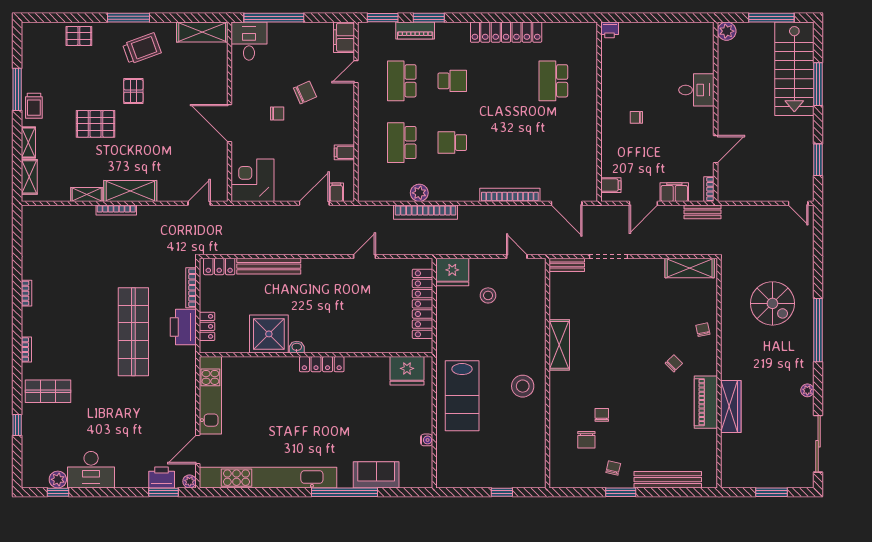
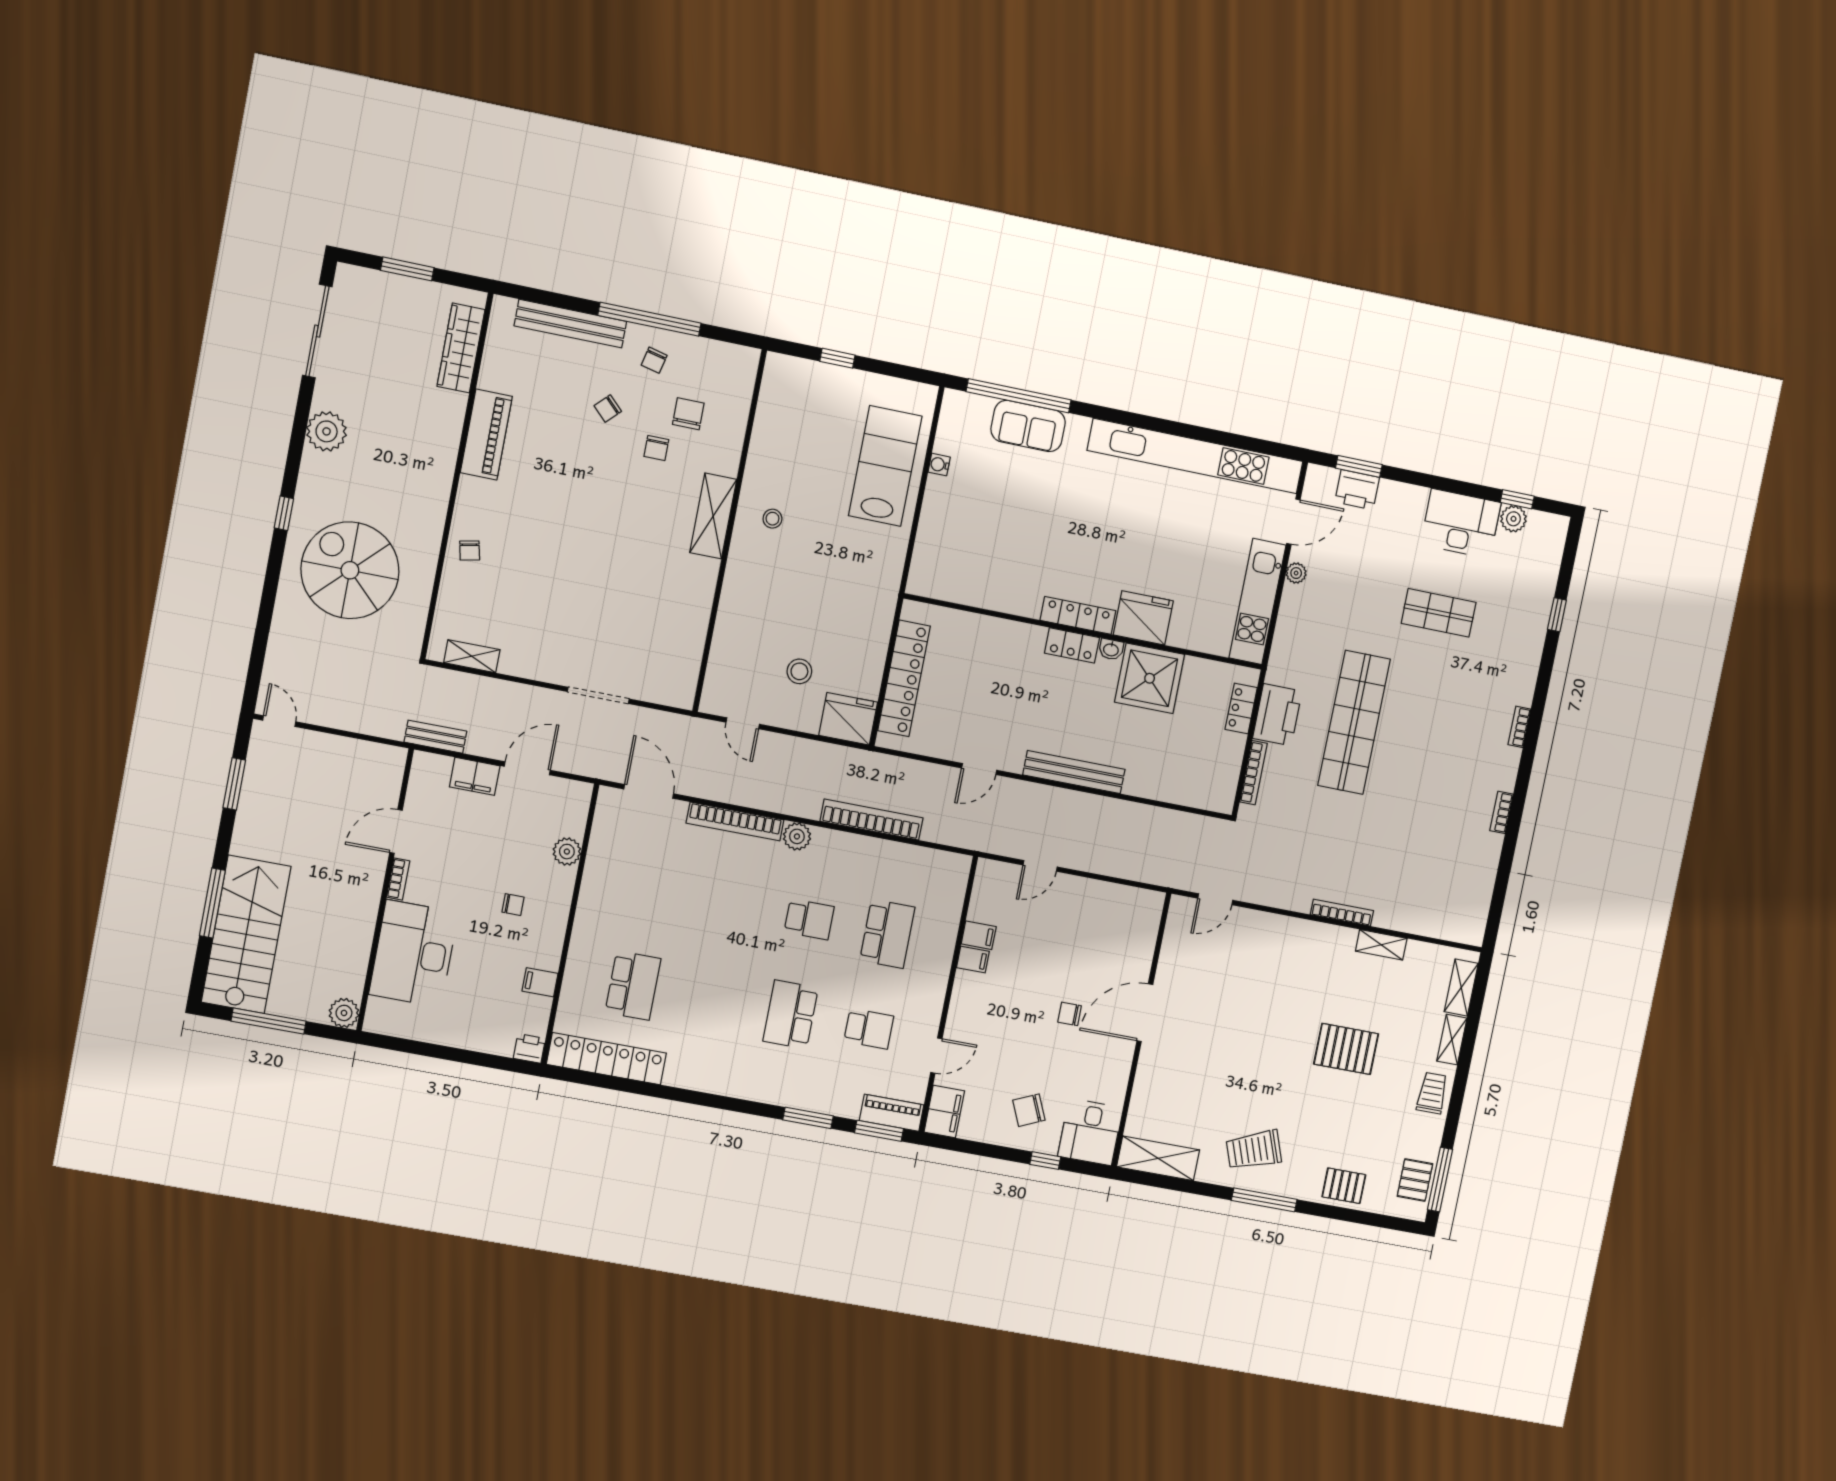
window: (274, 18) -> (1045, 1161), width x0.32
piano: (415, 30) -> (892, 1113), moved
locker: (506, 32) -> (606, 1059), moved
school desk: (402, 81) -> (869, 1029), width x0.54
school desk: (452, 81) -> (791, 1014), width x1.85
window: (17, 89) -> (1440, 1179), moved
desk: (696, 90) -> (414, 953), width x1.87, depth x1.30
pallet: (133, 91) -> (1415, 1180), moved
chair: (305, 92) -> (1029, 1110), moved
door: (229, 123) -> (1145, 1013), swing flipped
plant: (610, 156) -> (567, 852), added
corner desk: (253, 180) -> (1127, 919), removed
filing cabinet: (611, 185) -> (540, 982), moved
bookcase: (709, 189) -> (398, 879), moved
shelving: (130, 191) -> (1315, 938), removed
filing cabinet: (336, 192) -> (973, 960), moved, turned -90
plant: (419, 193) -> (797, 836), moved
door: (314, 203) -> (1040, 866), width x0.73
bench: (567, 265) -> (667, 695), removed
locker: (219, 266) -> (1072, 645), moved, turned 180
bench: (269, 266) -> (1074, 772), moved
shelving: (690, 268) -> (472, 656), width x0.67, depth x0.75
spiral stairs: (772, 303) -> (350, 570), width x1.37, depth x1.37
window: (818, 330) -> (284, 513), width x0.32
shelving: (559, 345) -> (713, 516), moved
chair: (674, 363) -> (608, 409), moved
fridge: (407, 371) -> (1143, 618), moved
stool: (523, 386) -> (772, 519), width x0.53, depth x0.53
plant: (807, 390) -> (327, 431), width x1.88, depth x1.88
shop shelf: (48, 391) -> (1439, 613), moved
lab bench: (462, 396) -> (885, 466), moved
wardrobe: (731, 406) -> (461, 348), moved
plant: (190, 481) -> (1296, 573), moved
window: (344, 492) -> (1019, 396), moved
window: (621, 492) -> (649, 319), width x2.11

